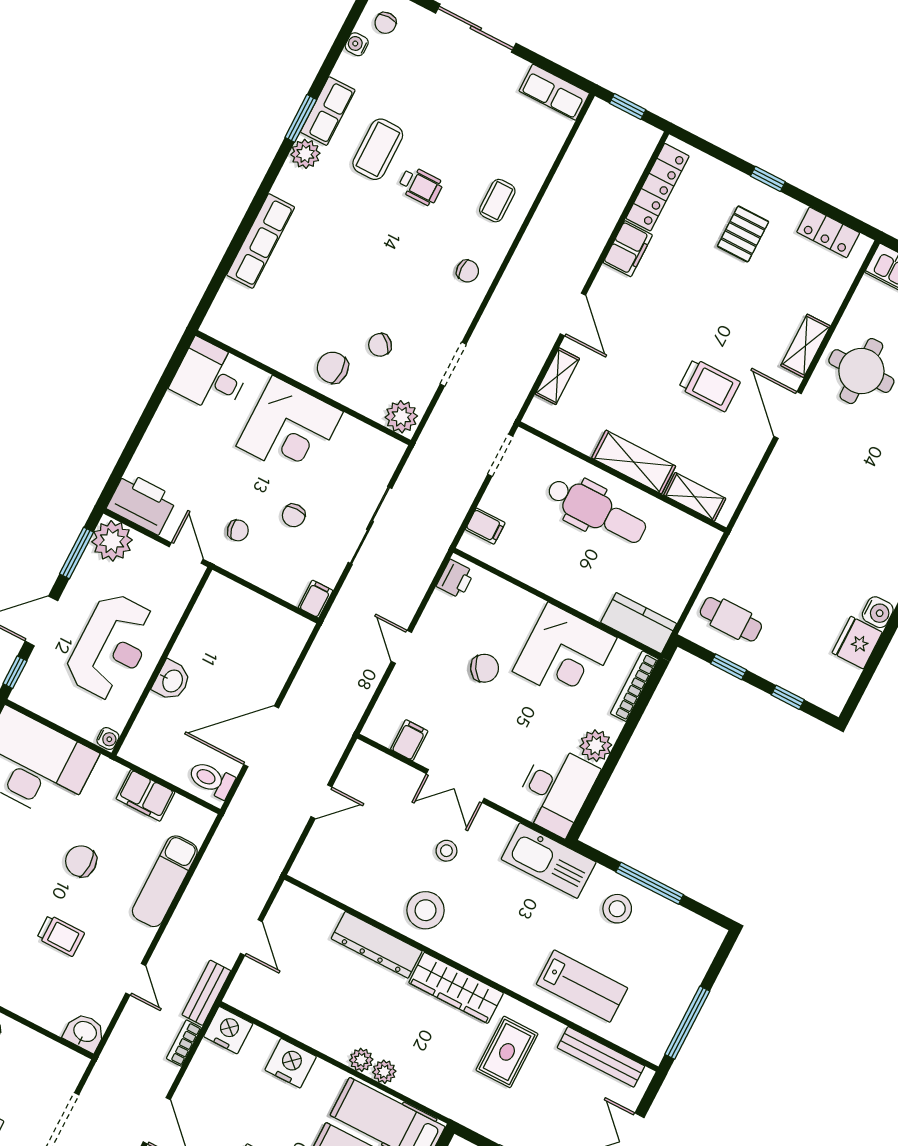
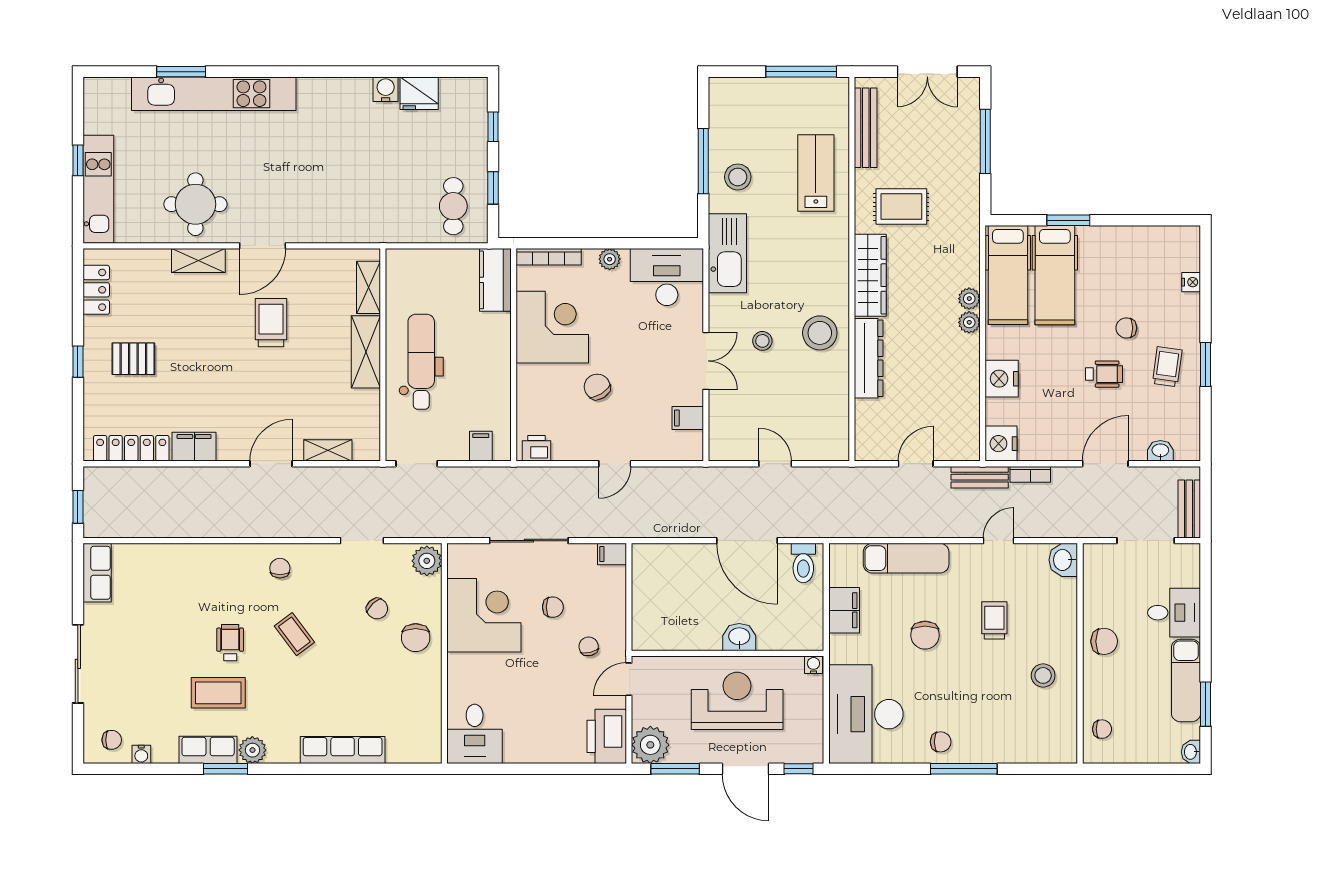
coffee table: (497, 201) -> (294, 634), moved, turned 53
corner desk: (290, 429) -> (484, 615), moved
plant: (596, 746) -> (610, 259), width x0.73, depth x0.73

